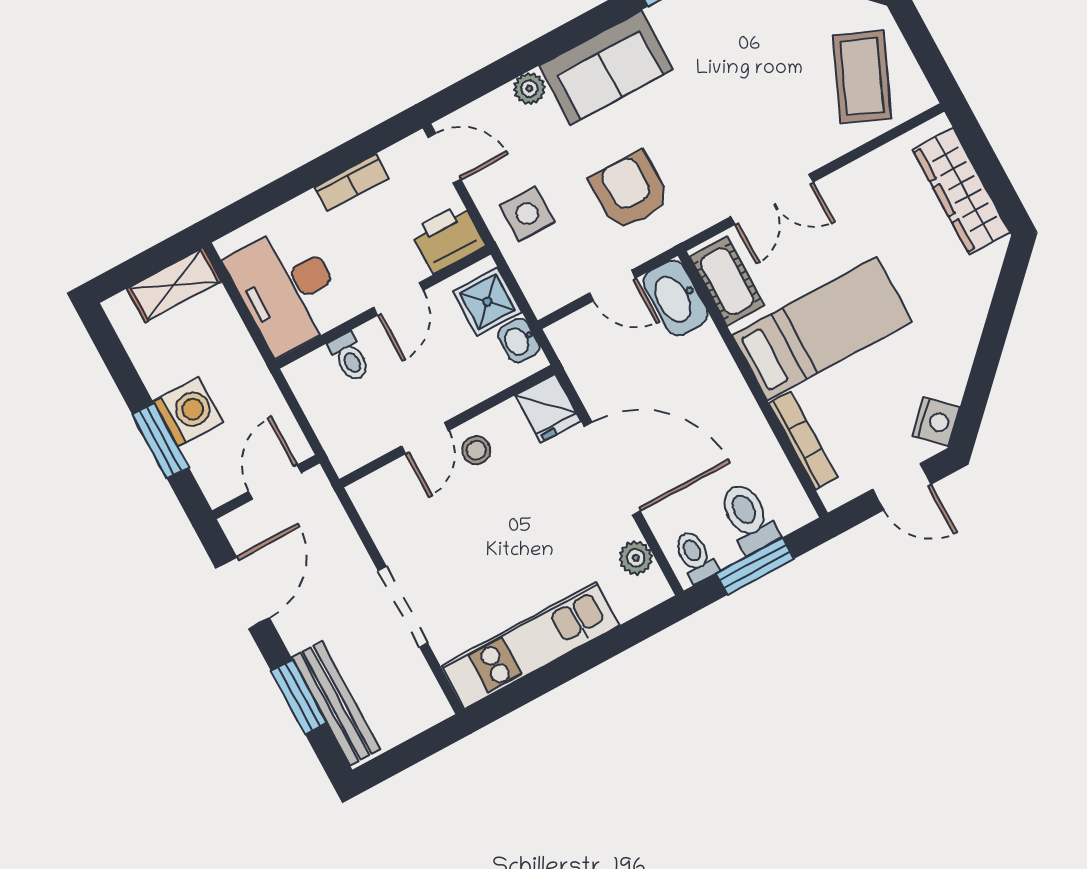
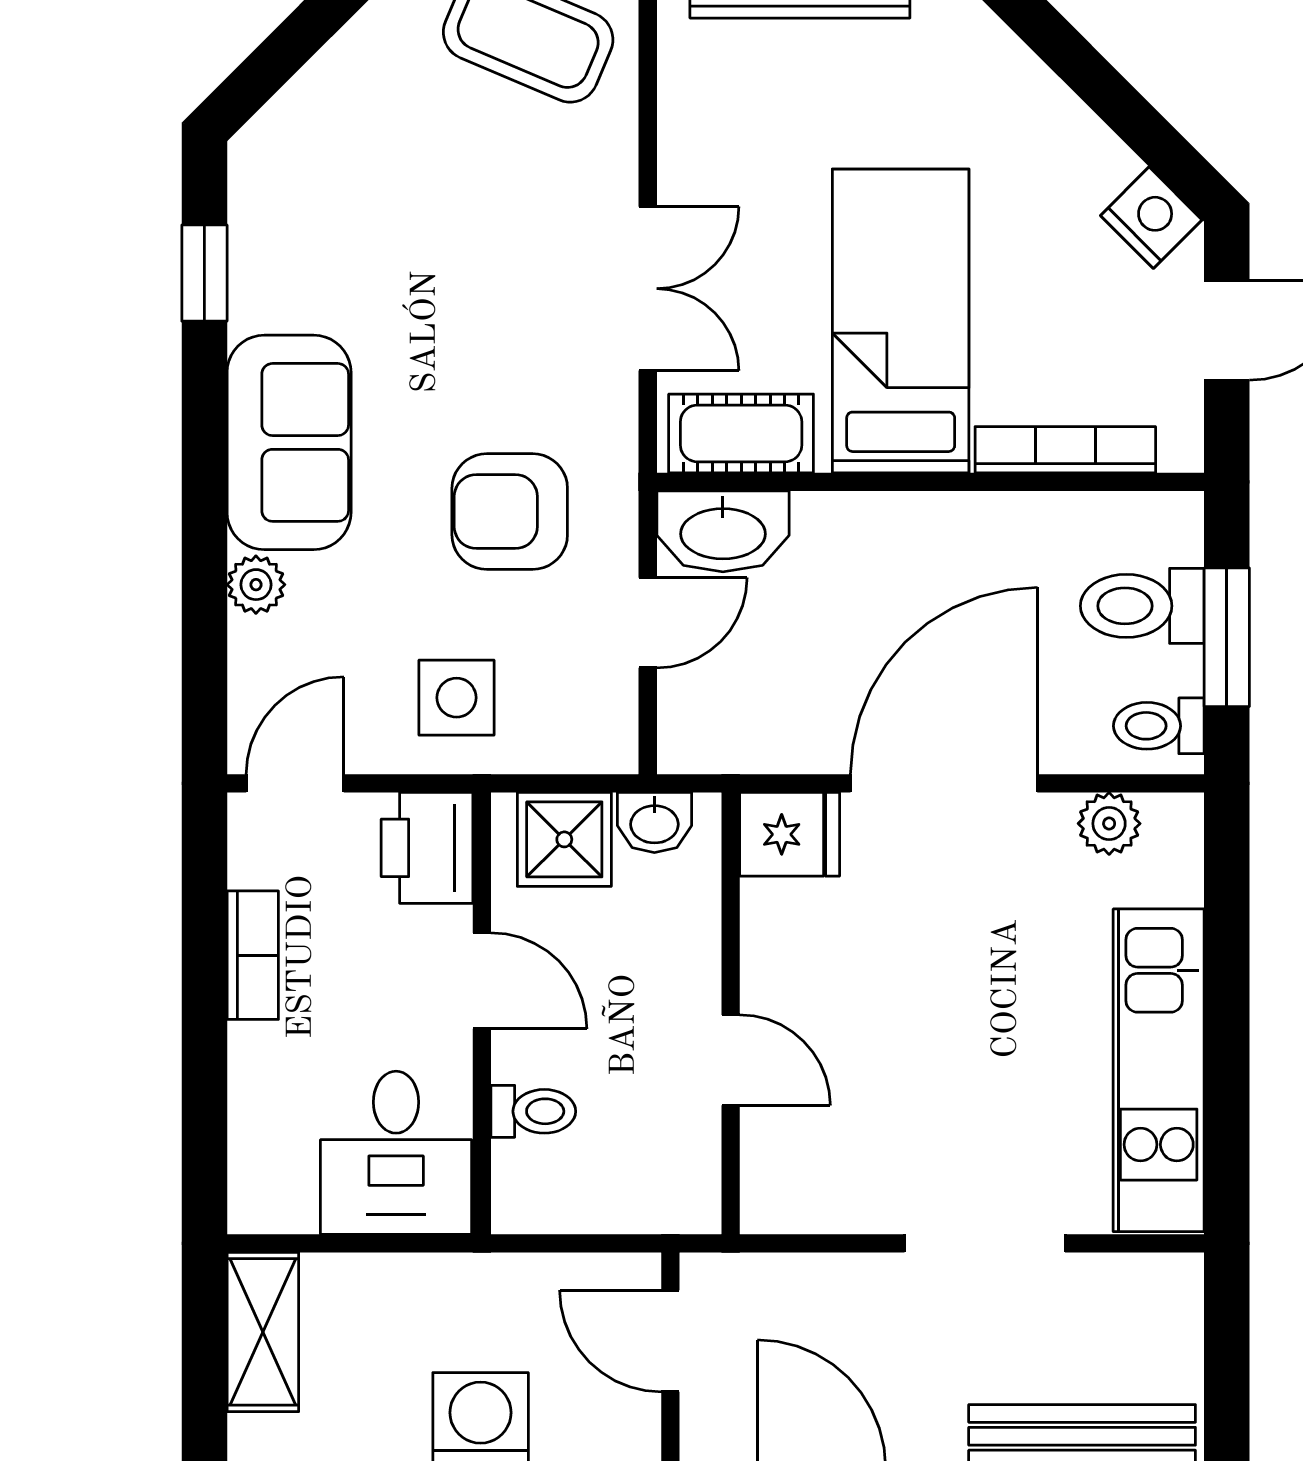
desk: (287, 289) -> (396, 1153), width x0.73
stool: (476, 450) -> (795, 988), removed

